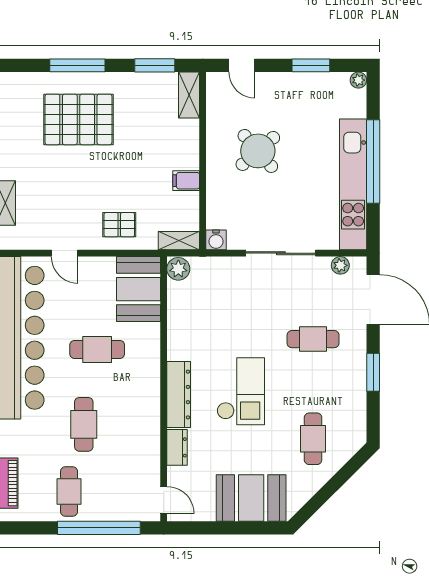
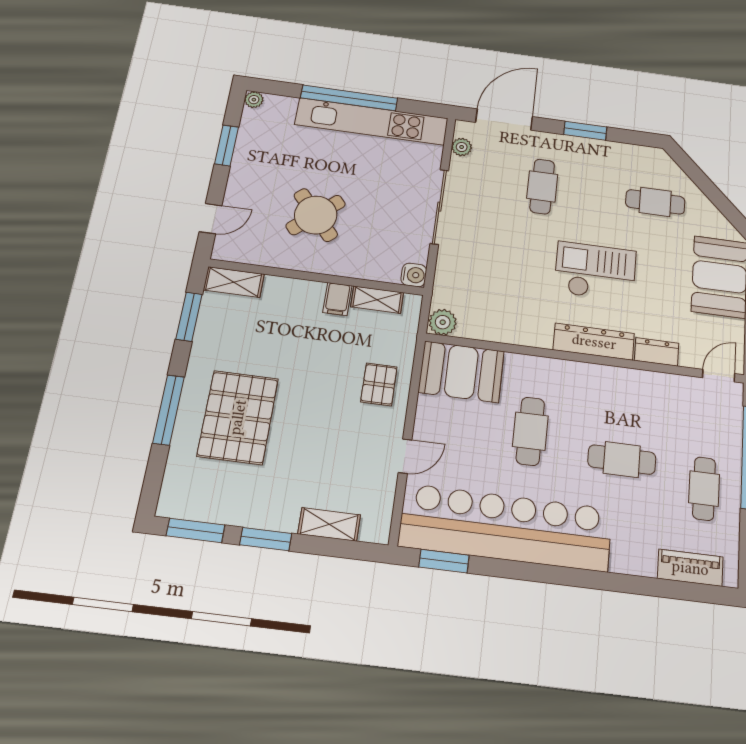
shelving: (179, 241) -> (377, 300), moved, turned 90
cafe table: (69, 492) -> (704, 489), turned 90

